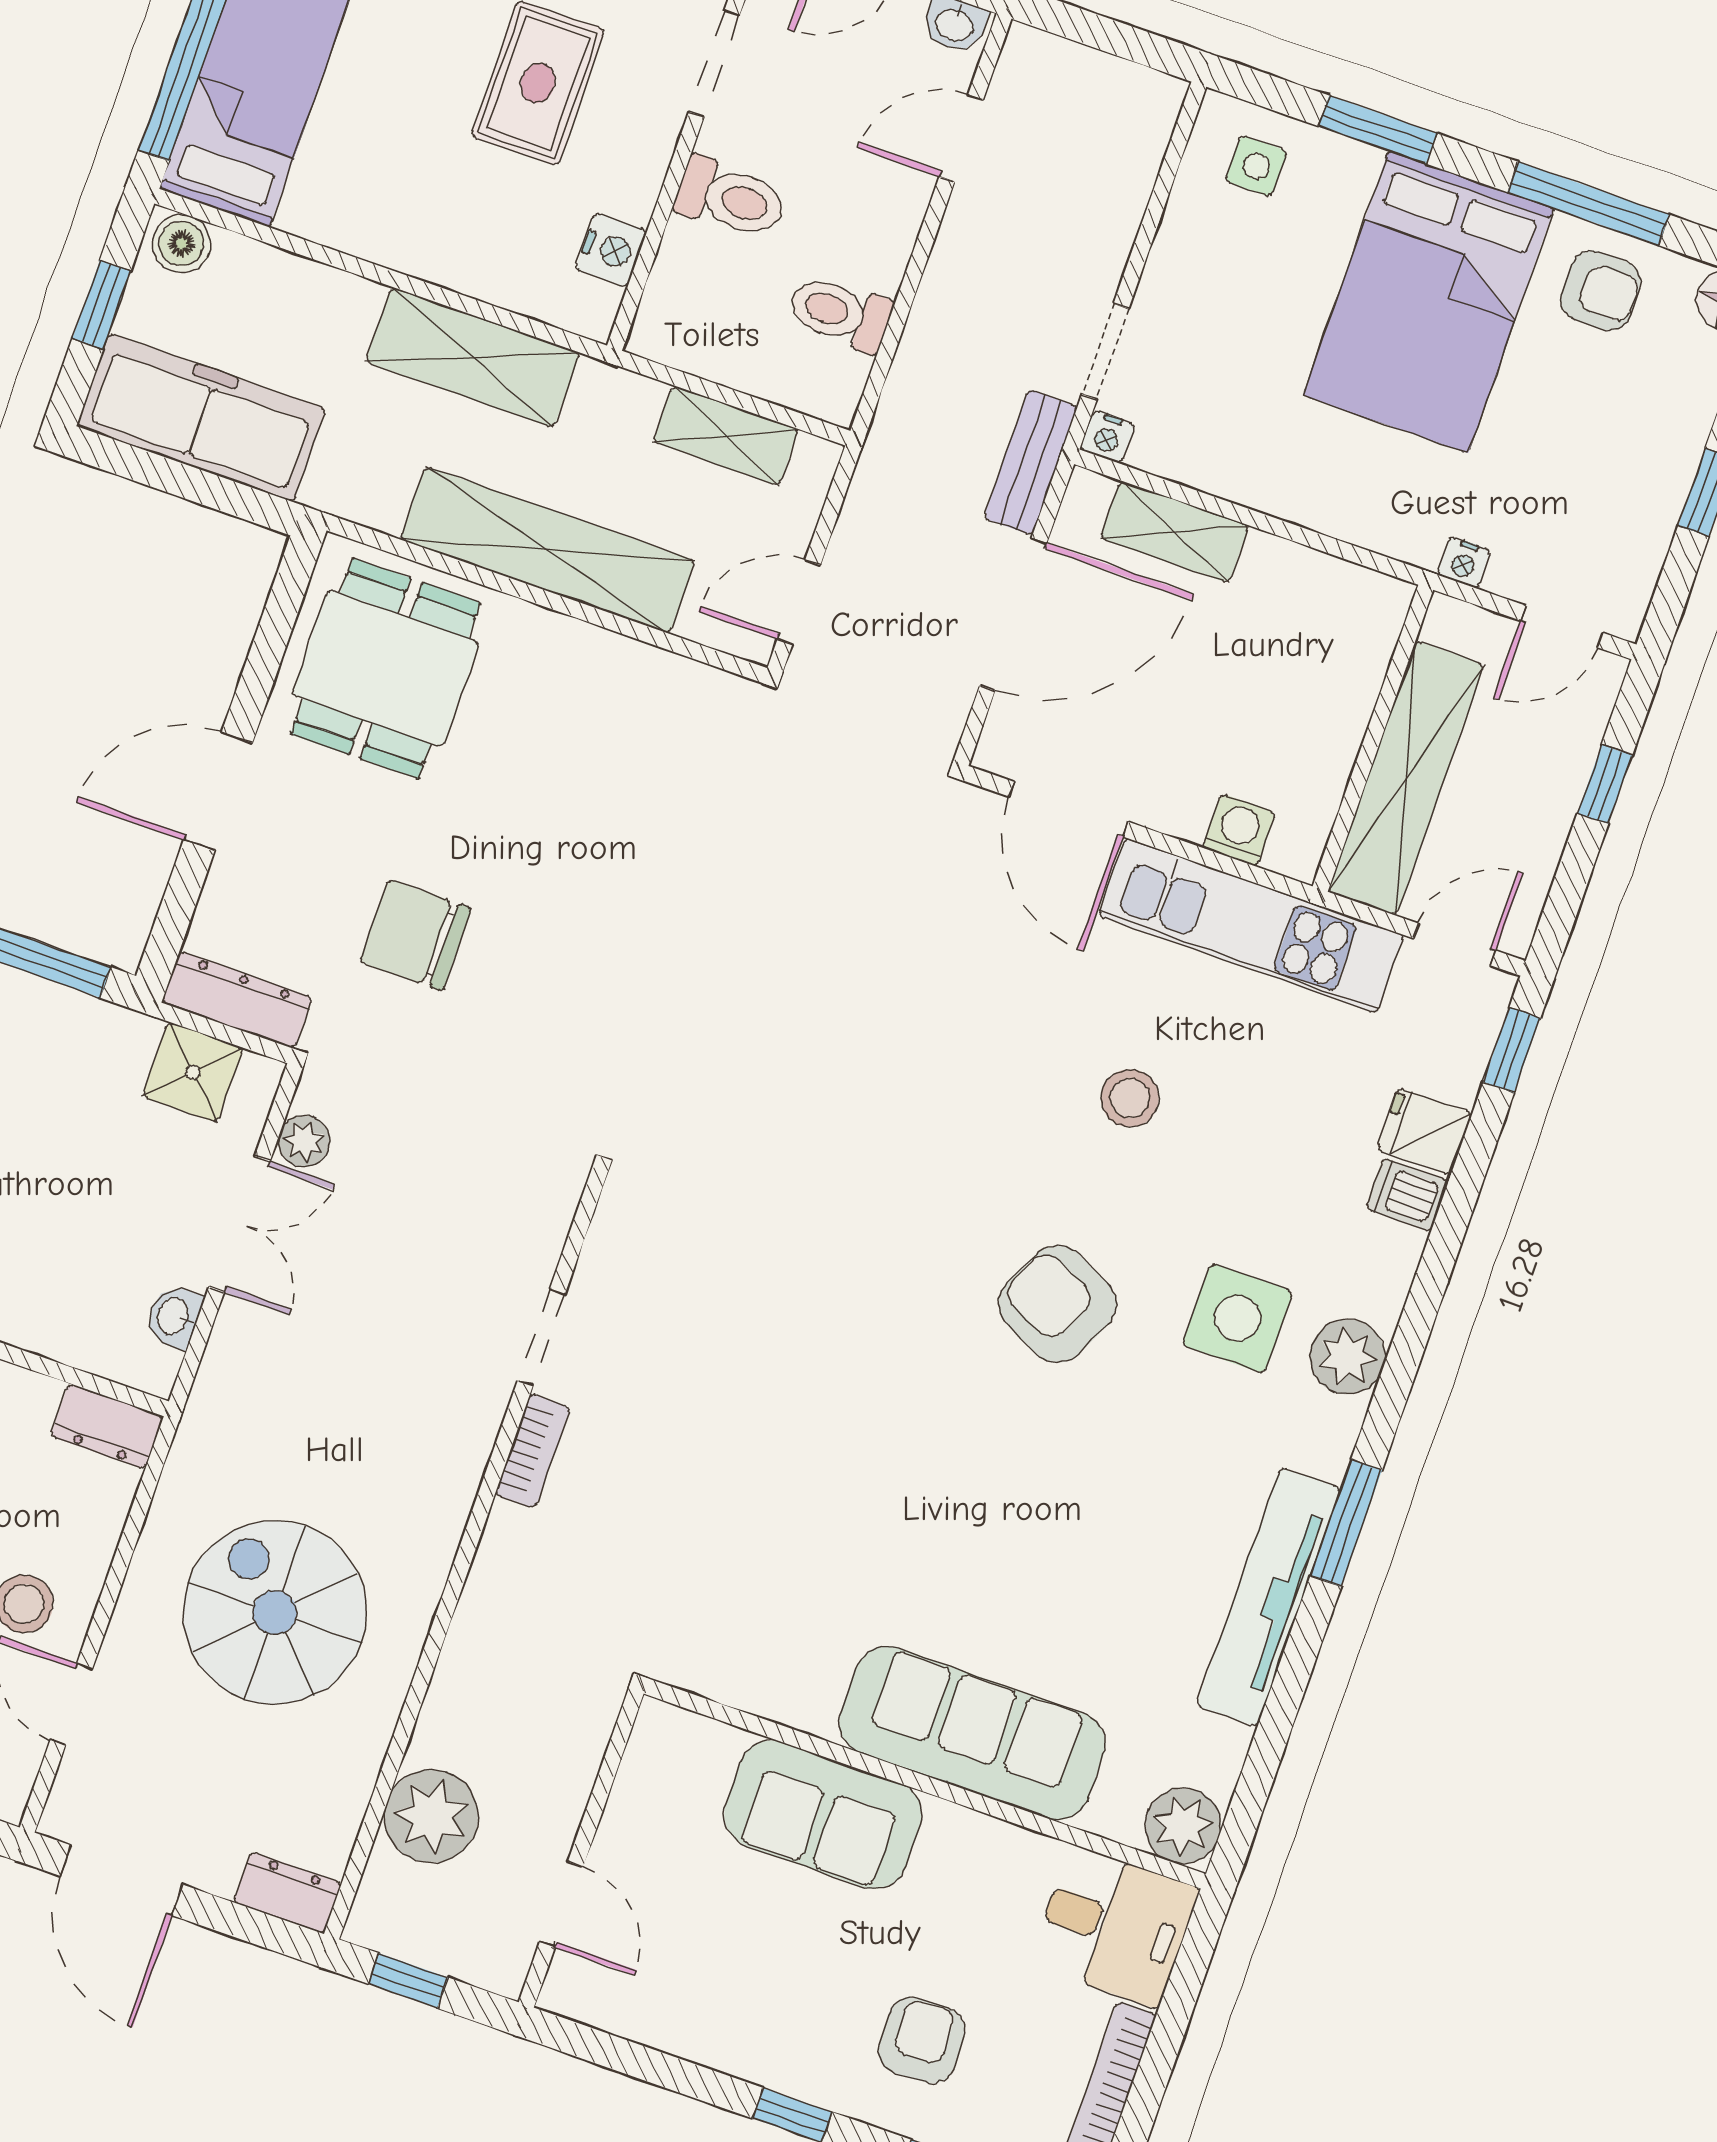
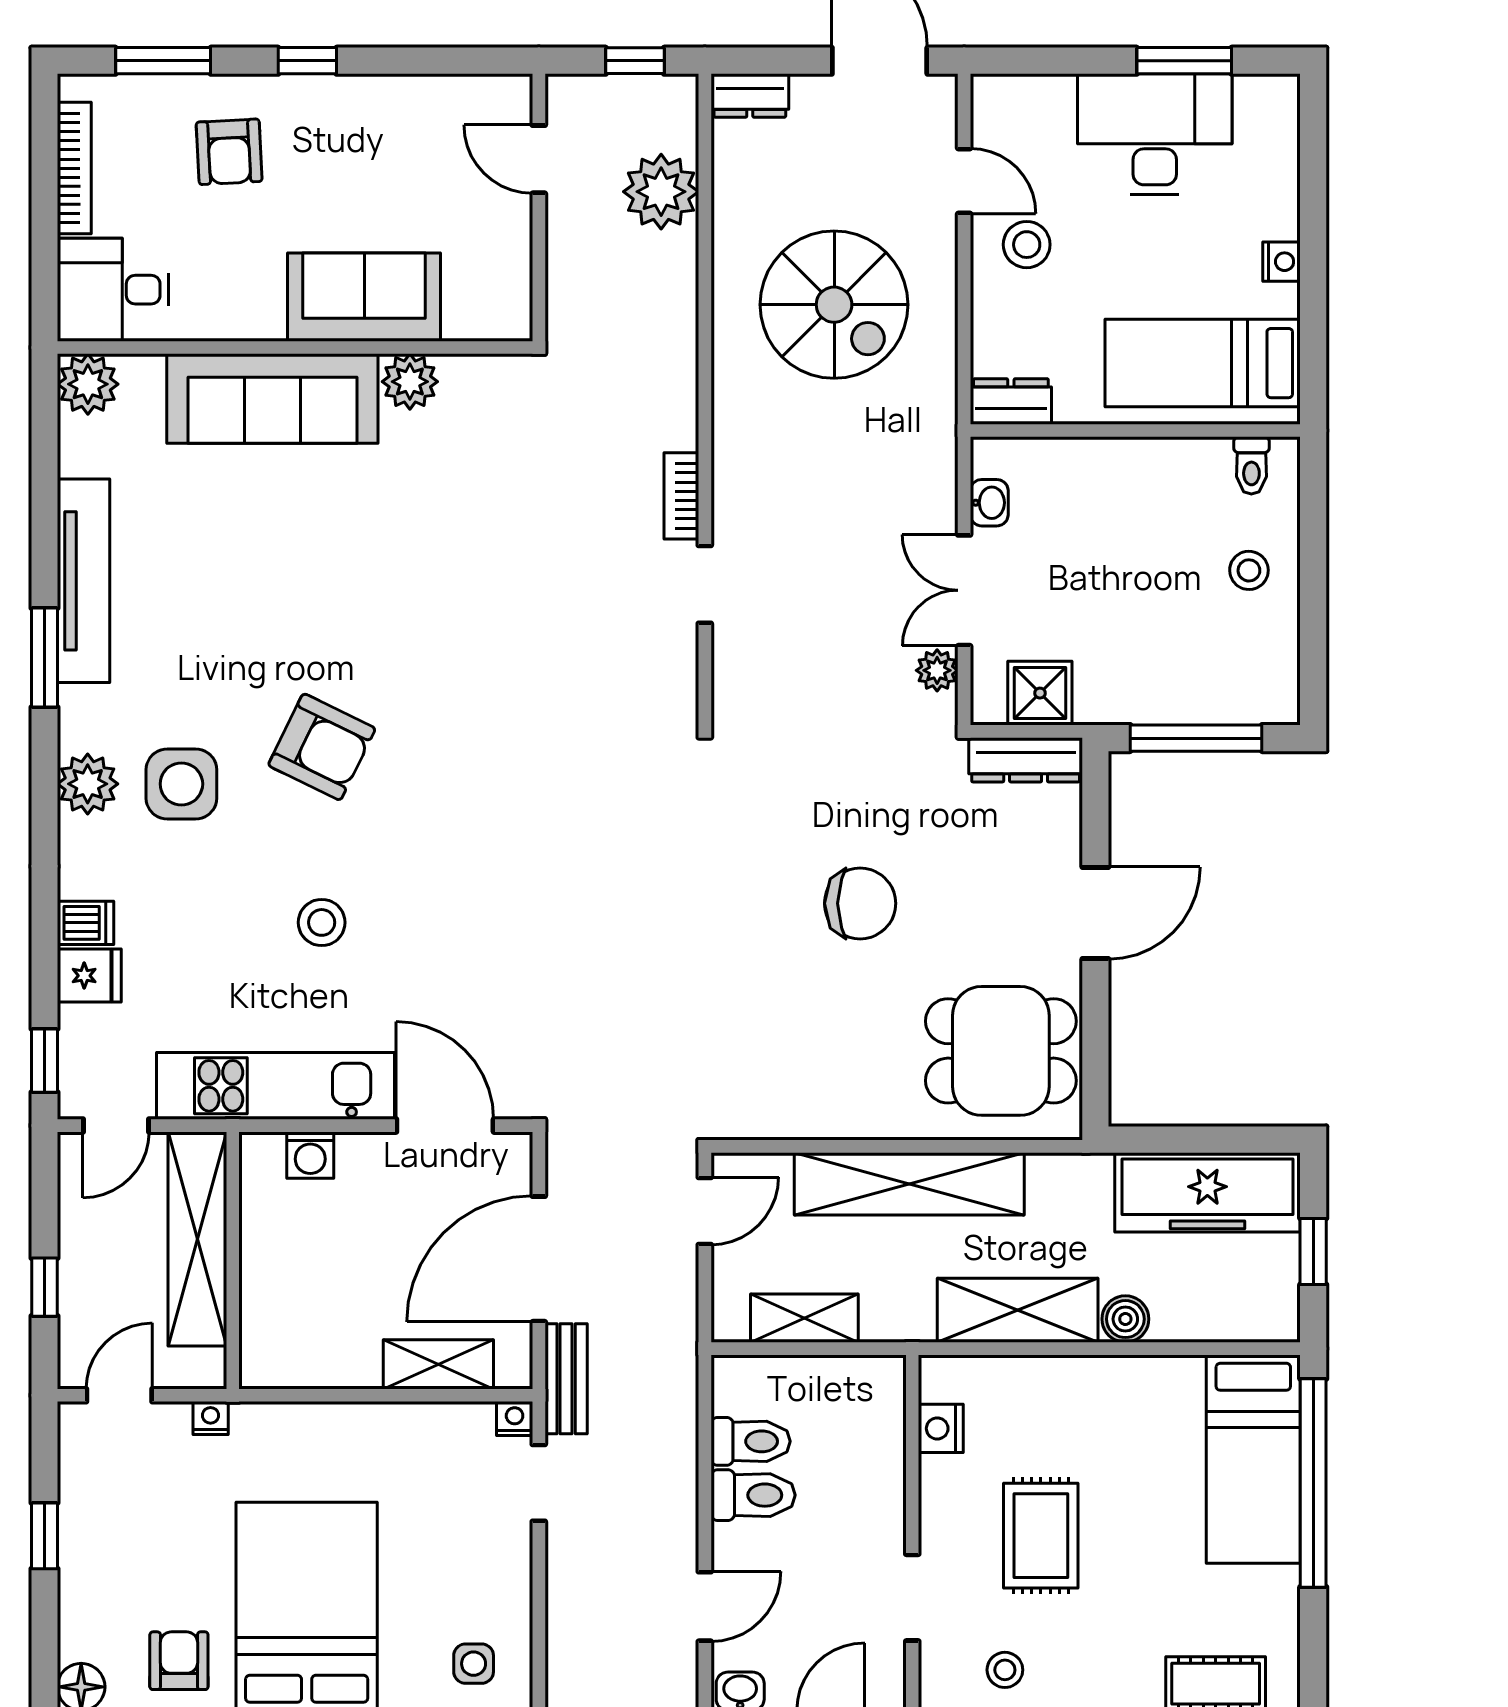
toilet: (731, 198) -> (753, 1495), moved, turned 180
boiler: (181, 244) -> (1125, 1319), moved
armchair: (1601, 291) -> (179, 1661), turned 90
dining table: (386, 668) -> (1001, 1051), turned 90
chair: (415, 935) -> (860, 903), moved
plant: (804, 1697) -> (410, 382), added

